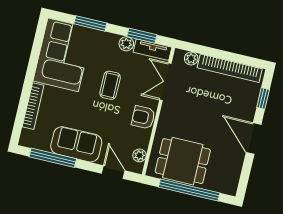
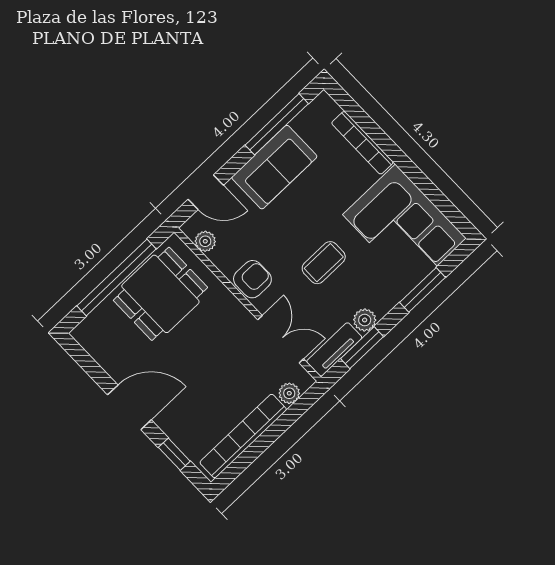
coffee table: (110, 85) -> (324, 263), turned 90

